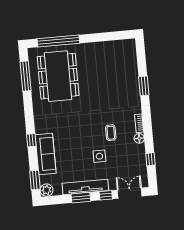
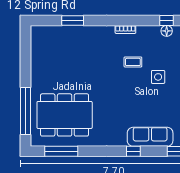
window: (144, 86) -> (73, 20), moved
floor lamp: (139, 138) -> (167, 31), moved

